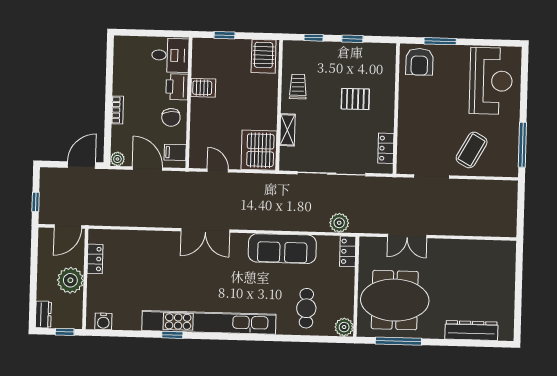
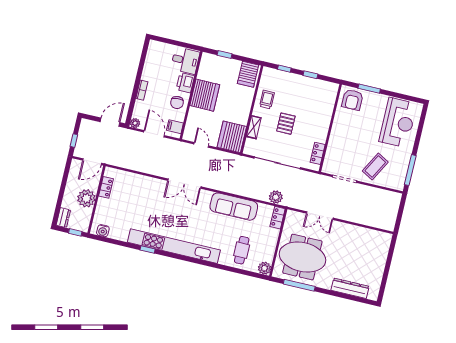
server rack: (203, 88) -> (205, 95), width x2.18, depth x1.44
pallet: (355, 99) -> (286, 124), moved, turned 90

